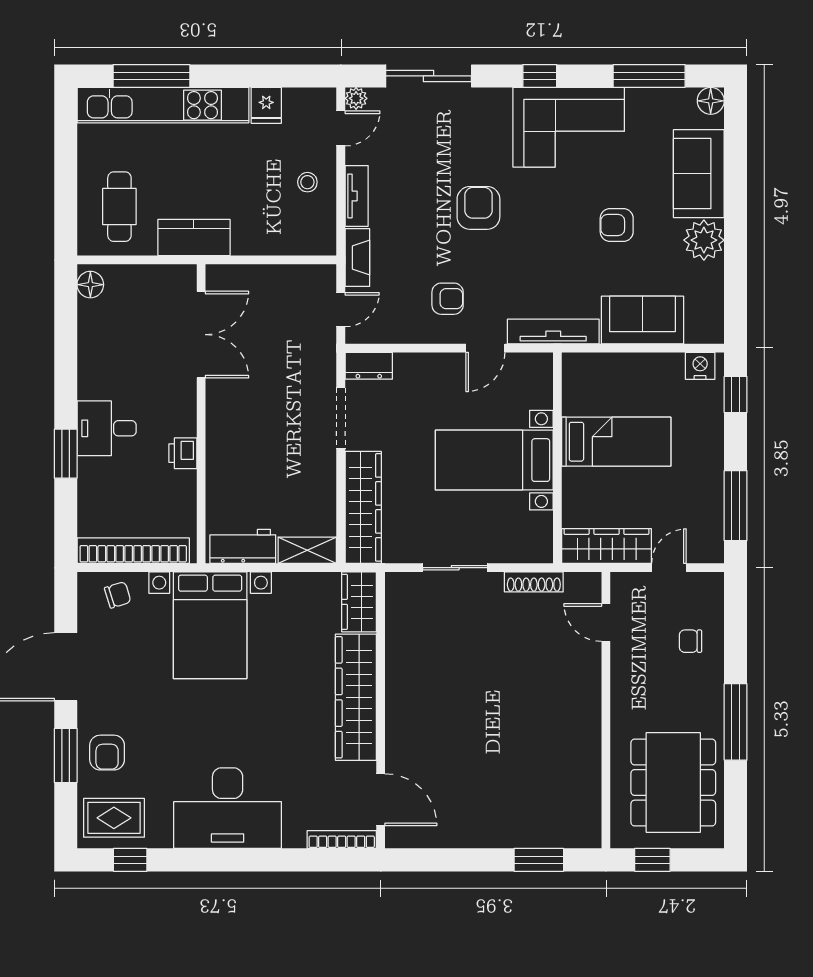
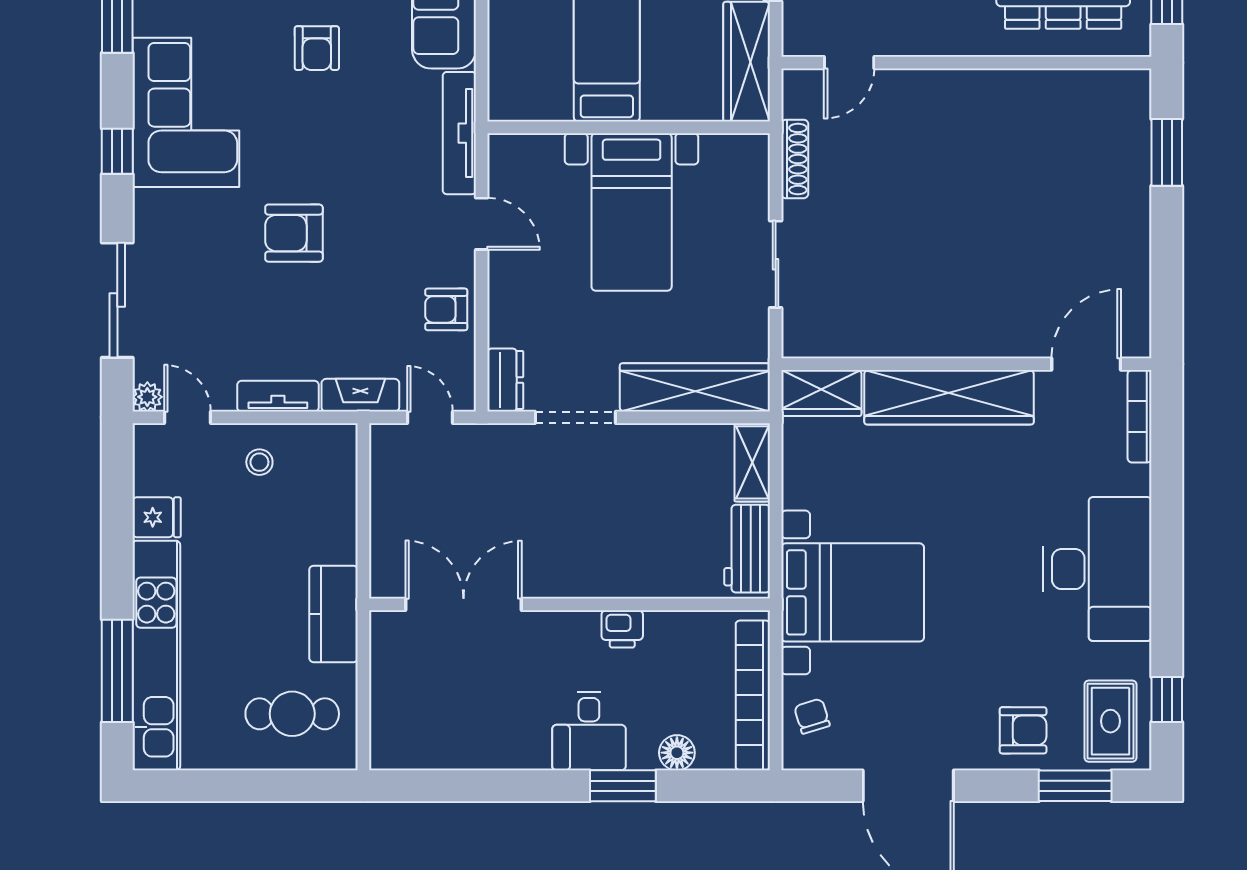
floor lamp: (90, 285) -> (677, 753), moved
armchair: (448, 299) -> (446, 309), moved, turned -90
window: (66, 755) -> (1075, 786), moved

